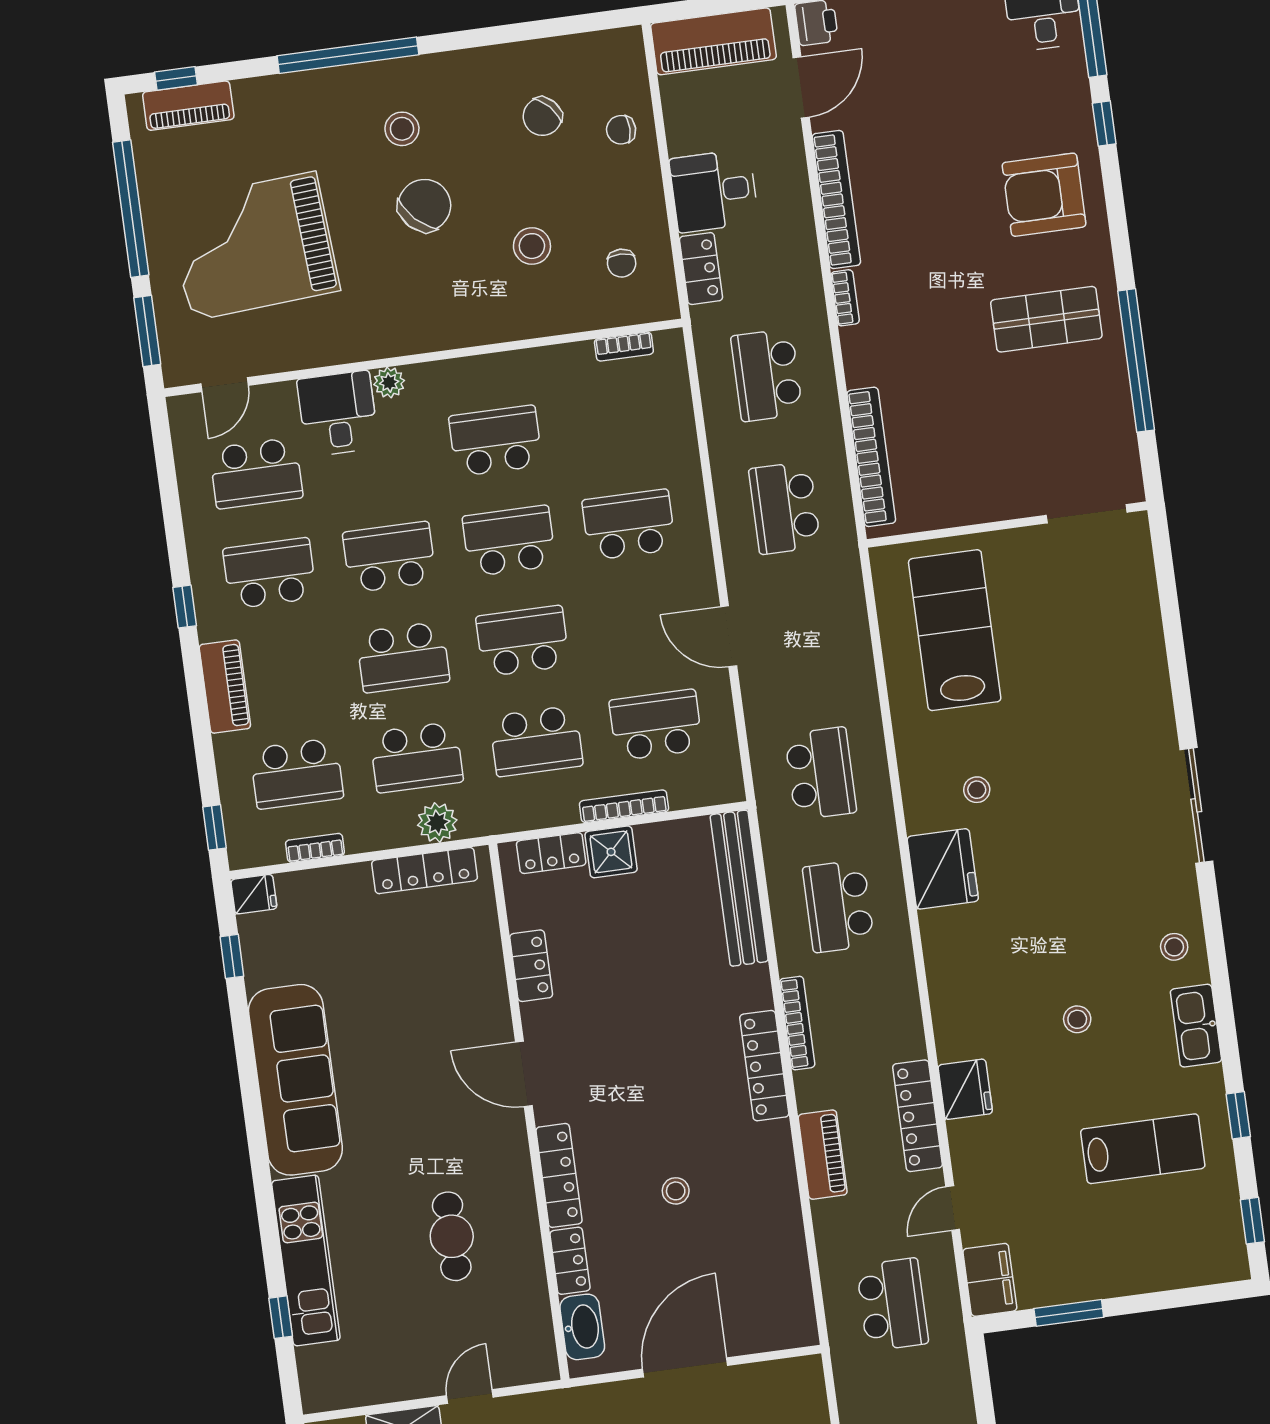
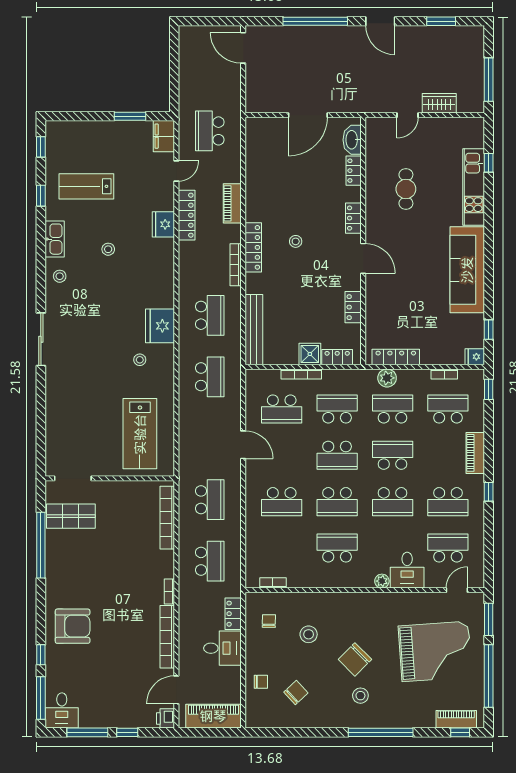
shop shelf: (1046, 319) -> (71, 516), moved
school desk: (496, 441) -> (337, 548), turned 180
school desk: (821, 773) -> (210, 377), turned 180
locker: (559, 1175) -> (353, 218), width x0.66
stool: (676, 1191) -> (296, 241), moved

